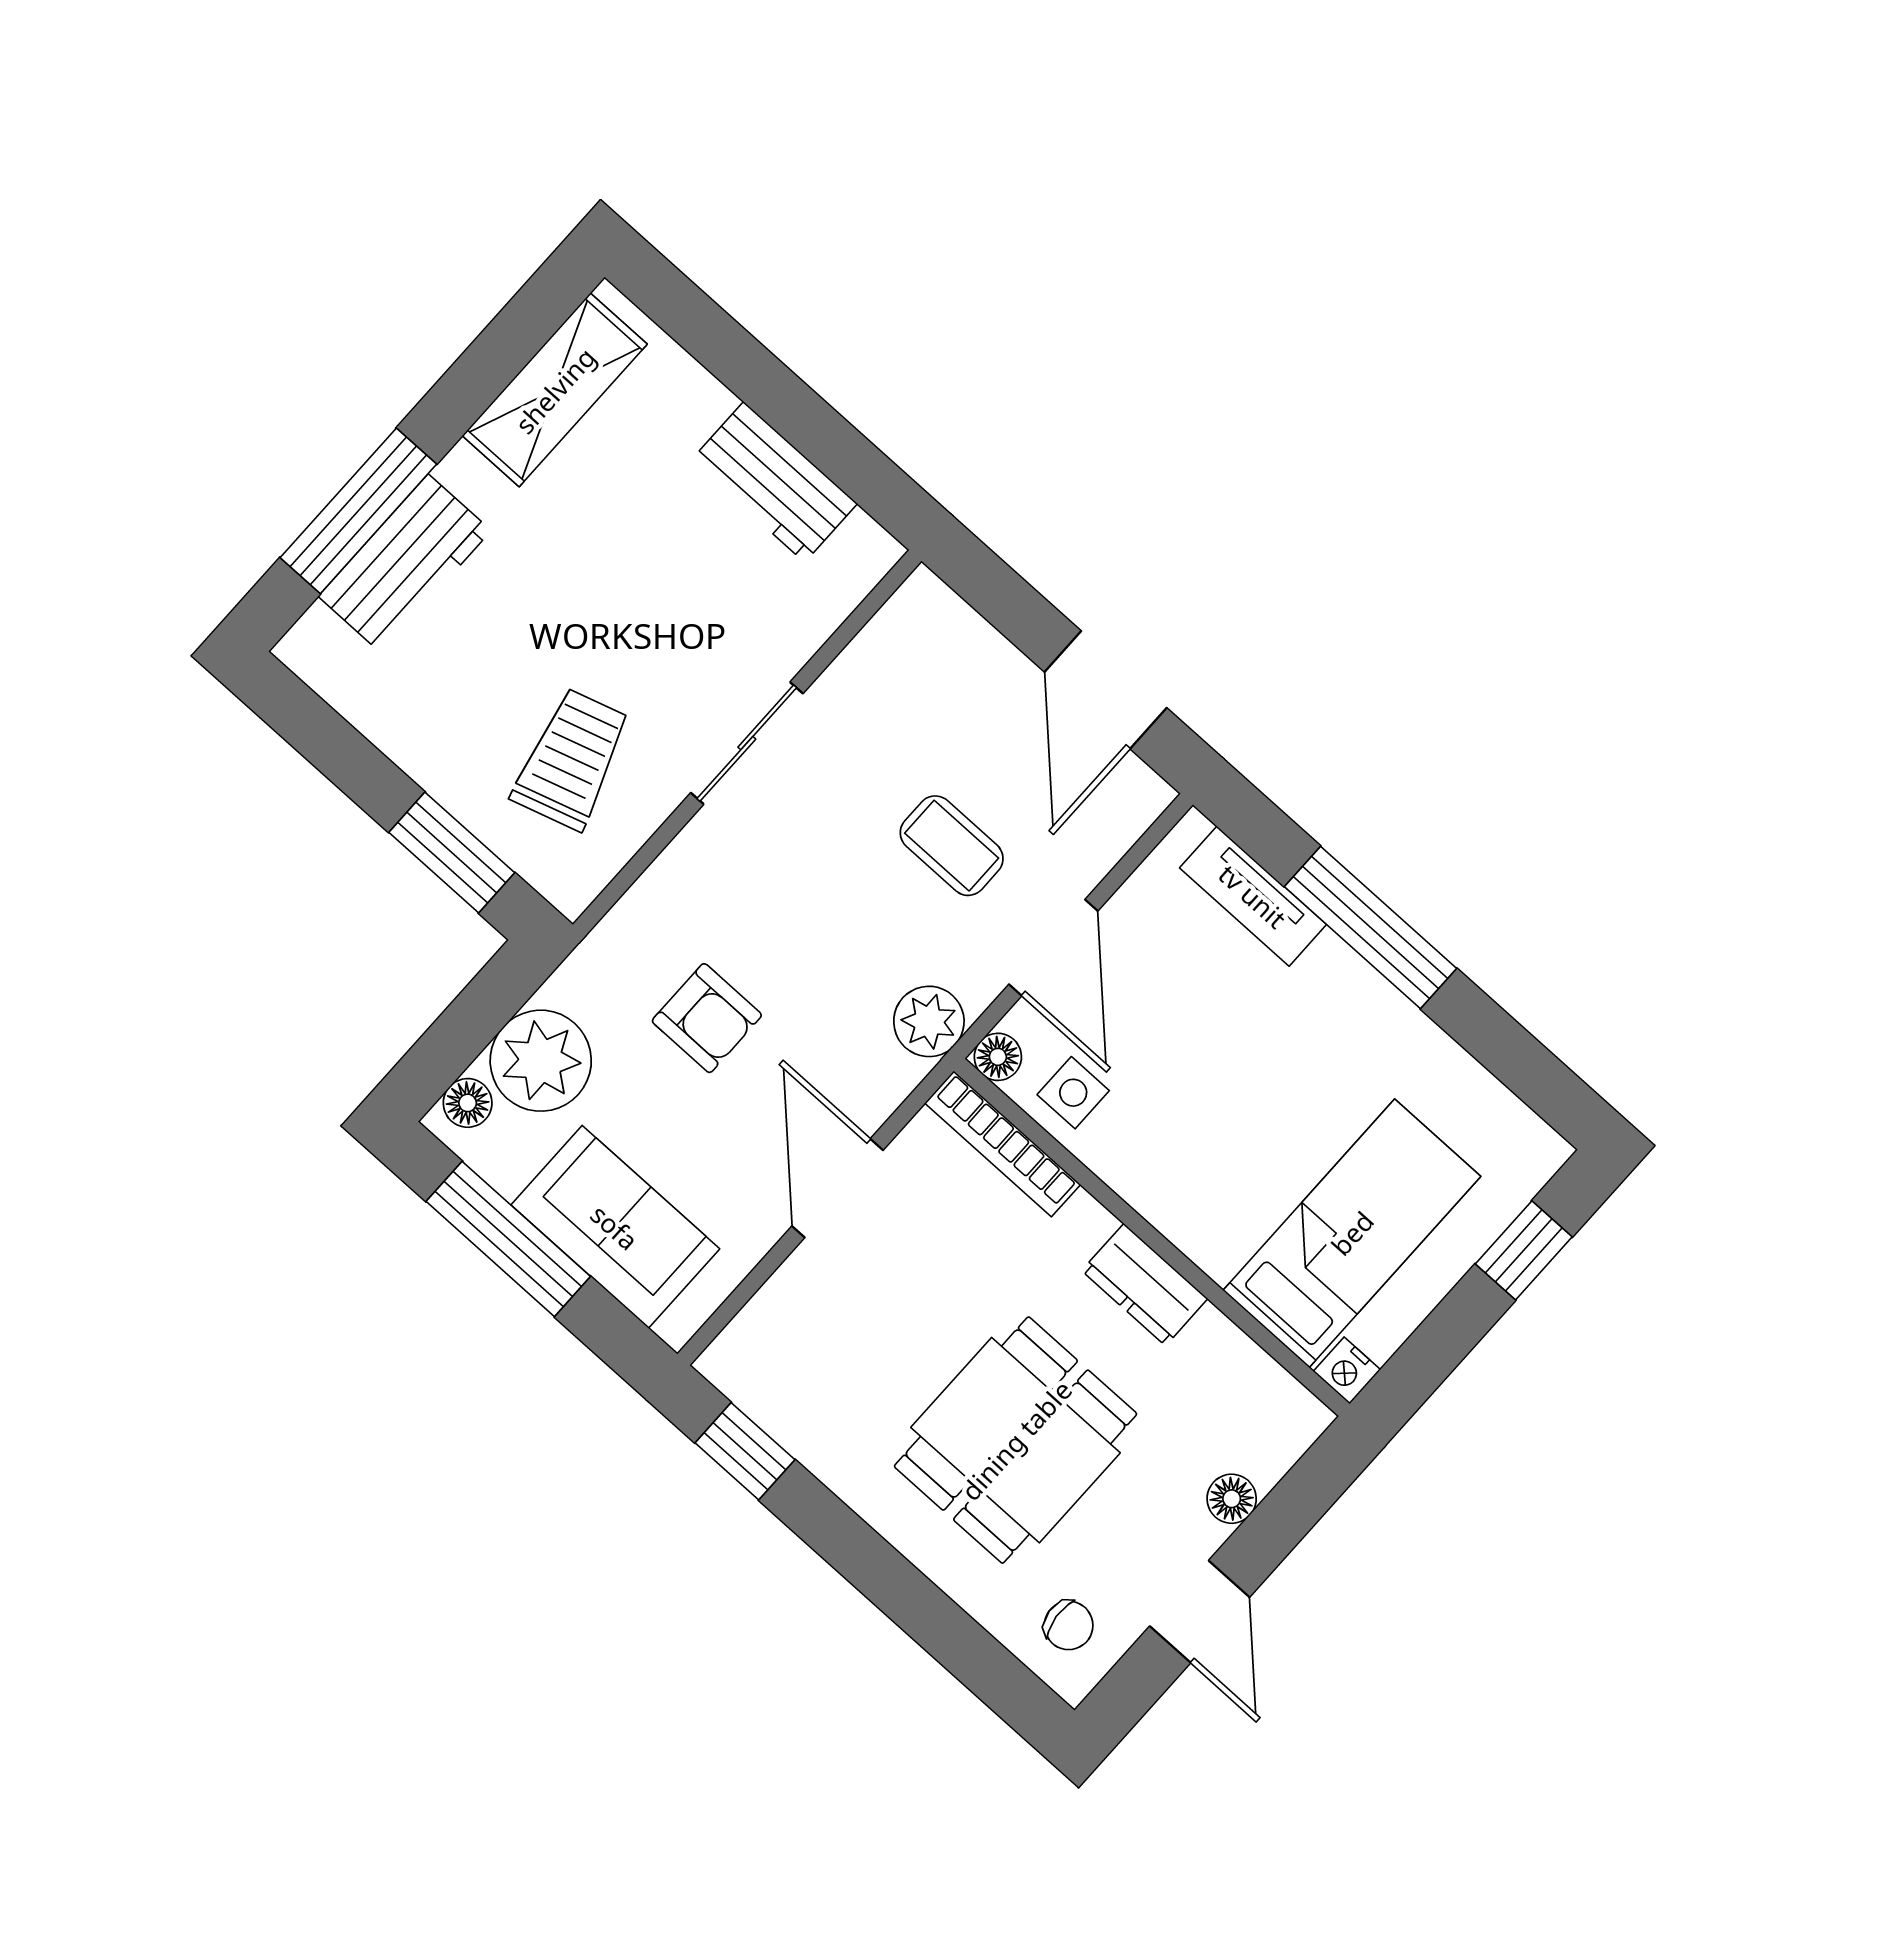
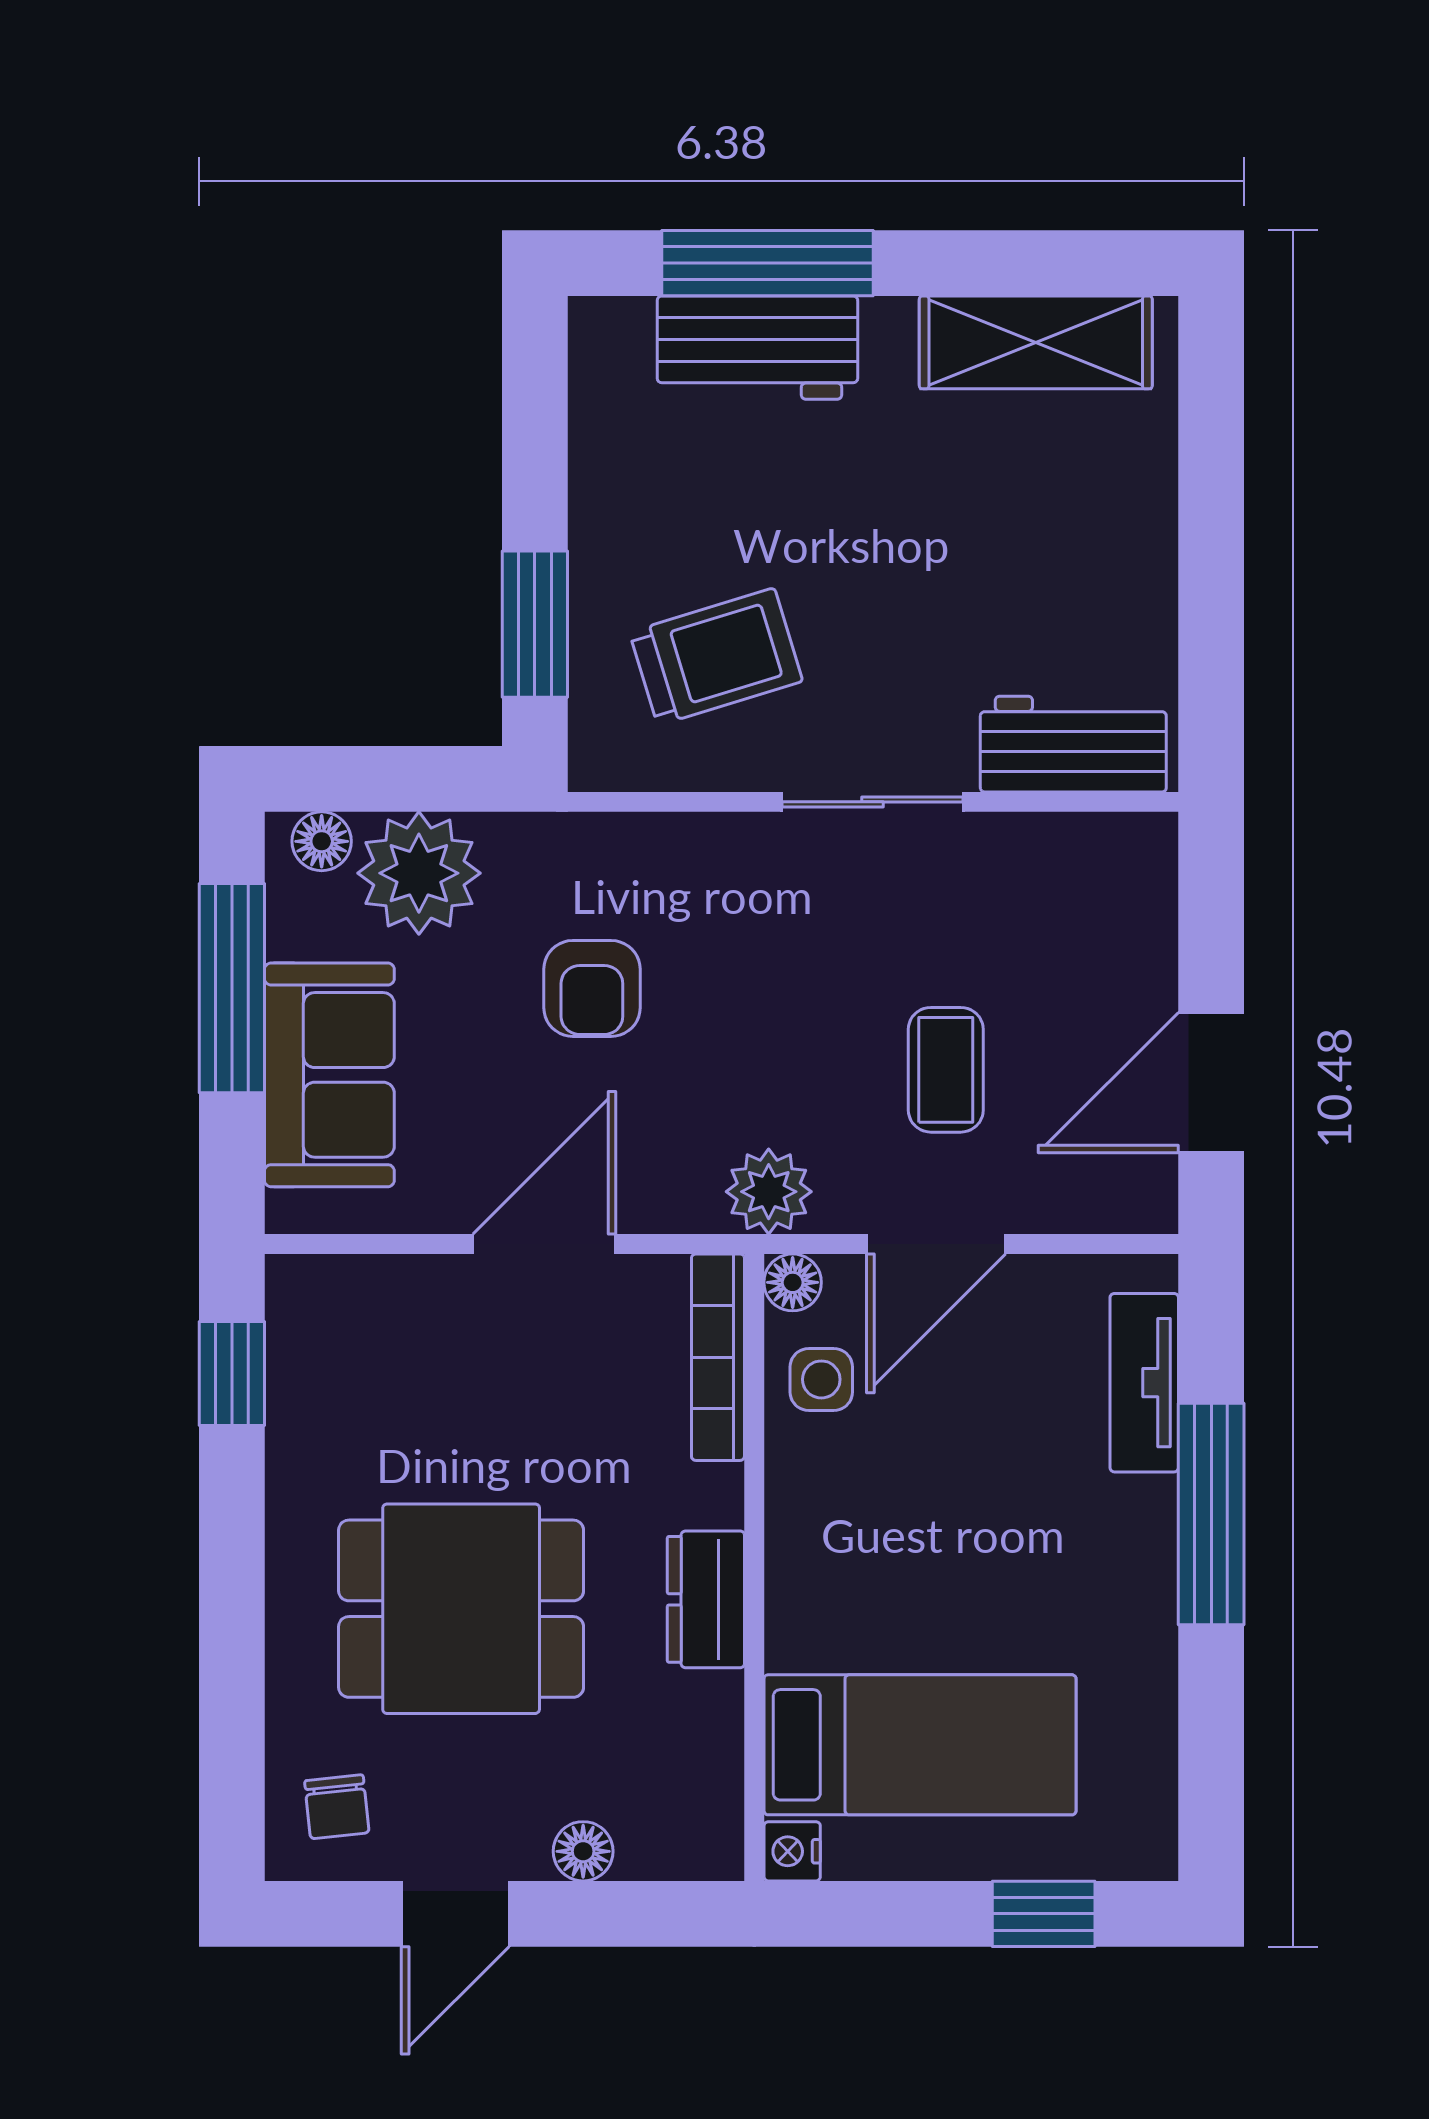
workbench: (774, 482) -> (1073, 744), moved, turned 90

